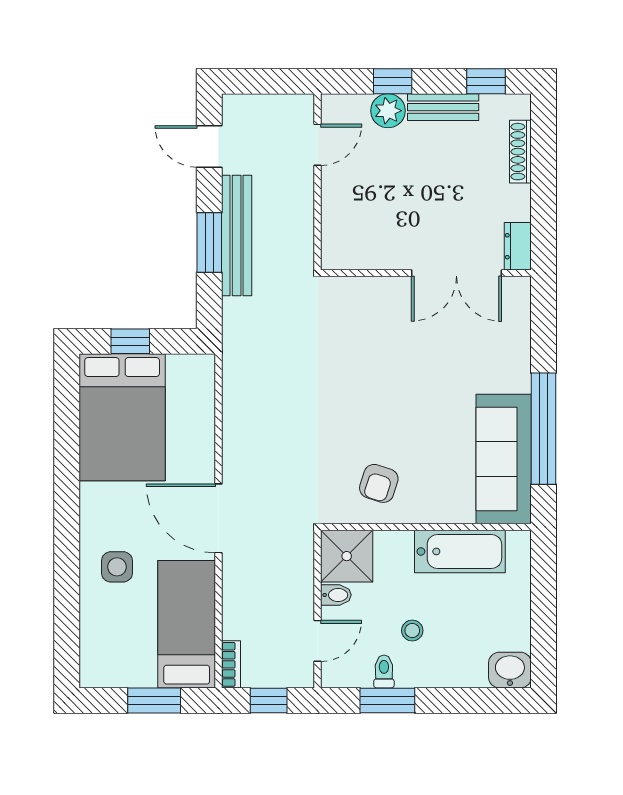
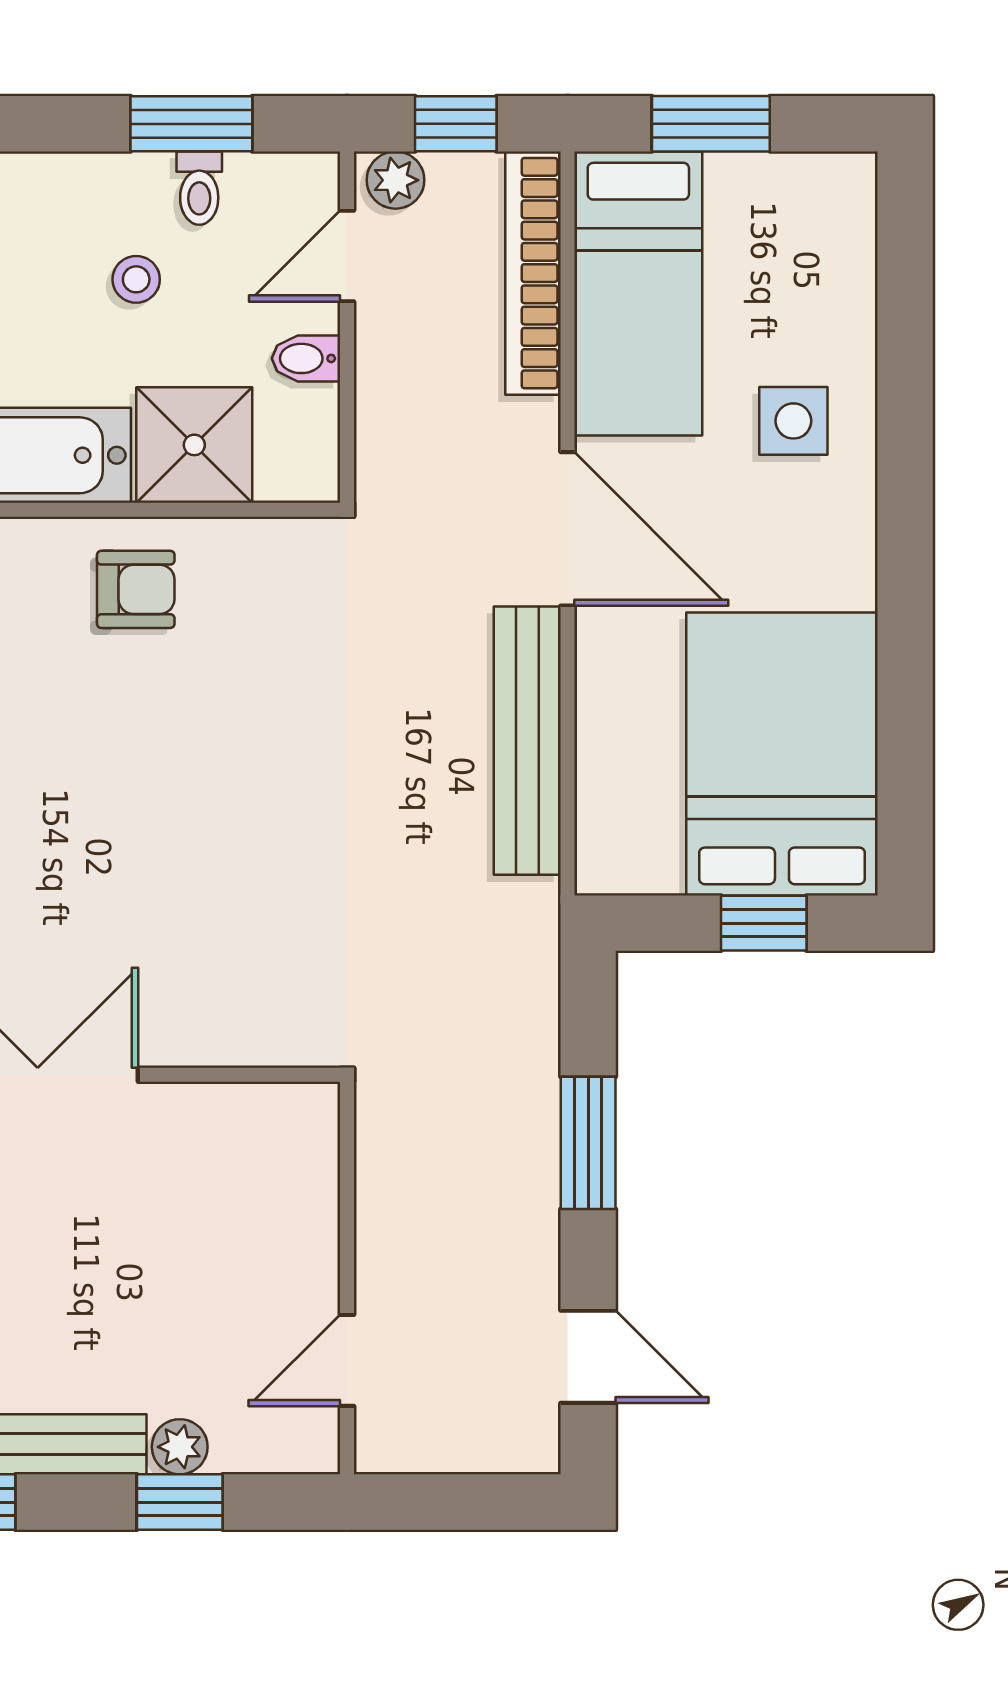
plant: (388, 111) -> (180, 1447), width x0.73, depth x0.73
bench: (237, 236) -> (527, 741), moved
armchair: (379, 483) -> (136, 589), moved, turned 72
shower: (347, 556) -> (194, 445), moved
bookcase: (231, 664) -> (533, 273), width x2.31, depth x1.31
plant: (296, 675) -> (396, 180), added

